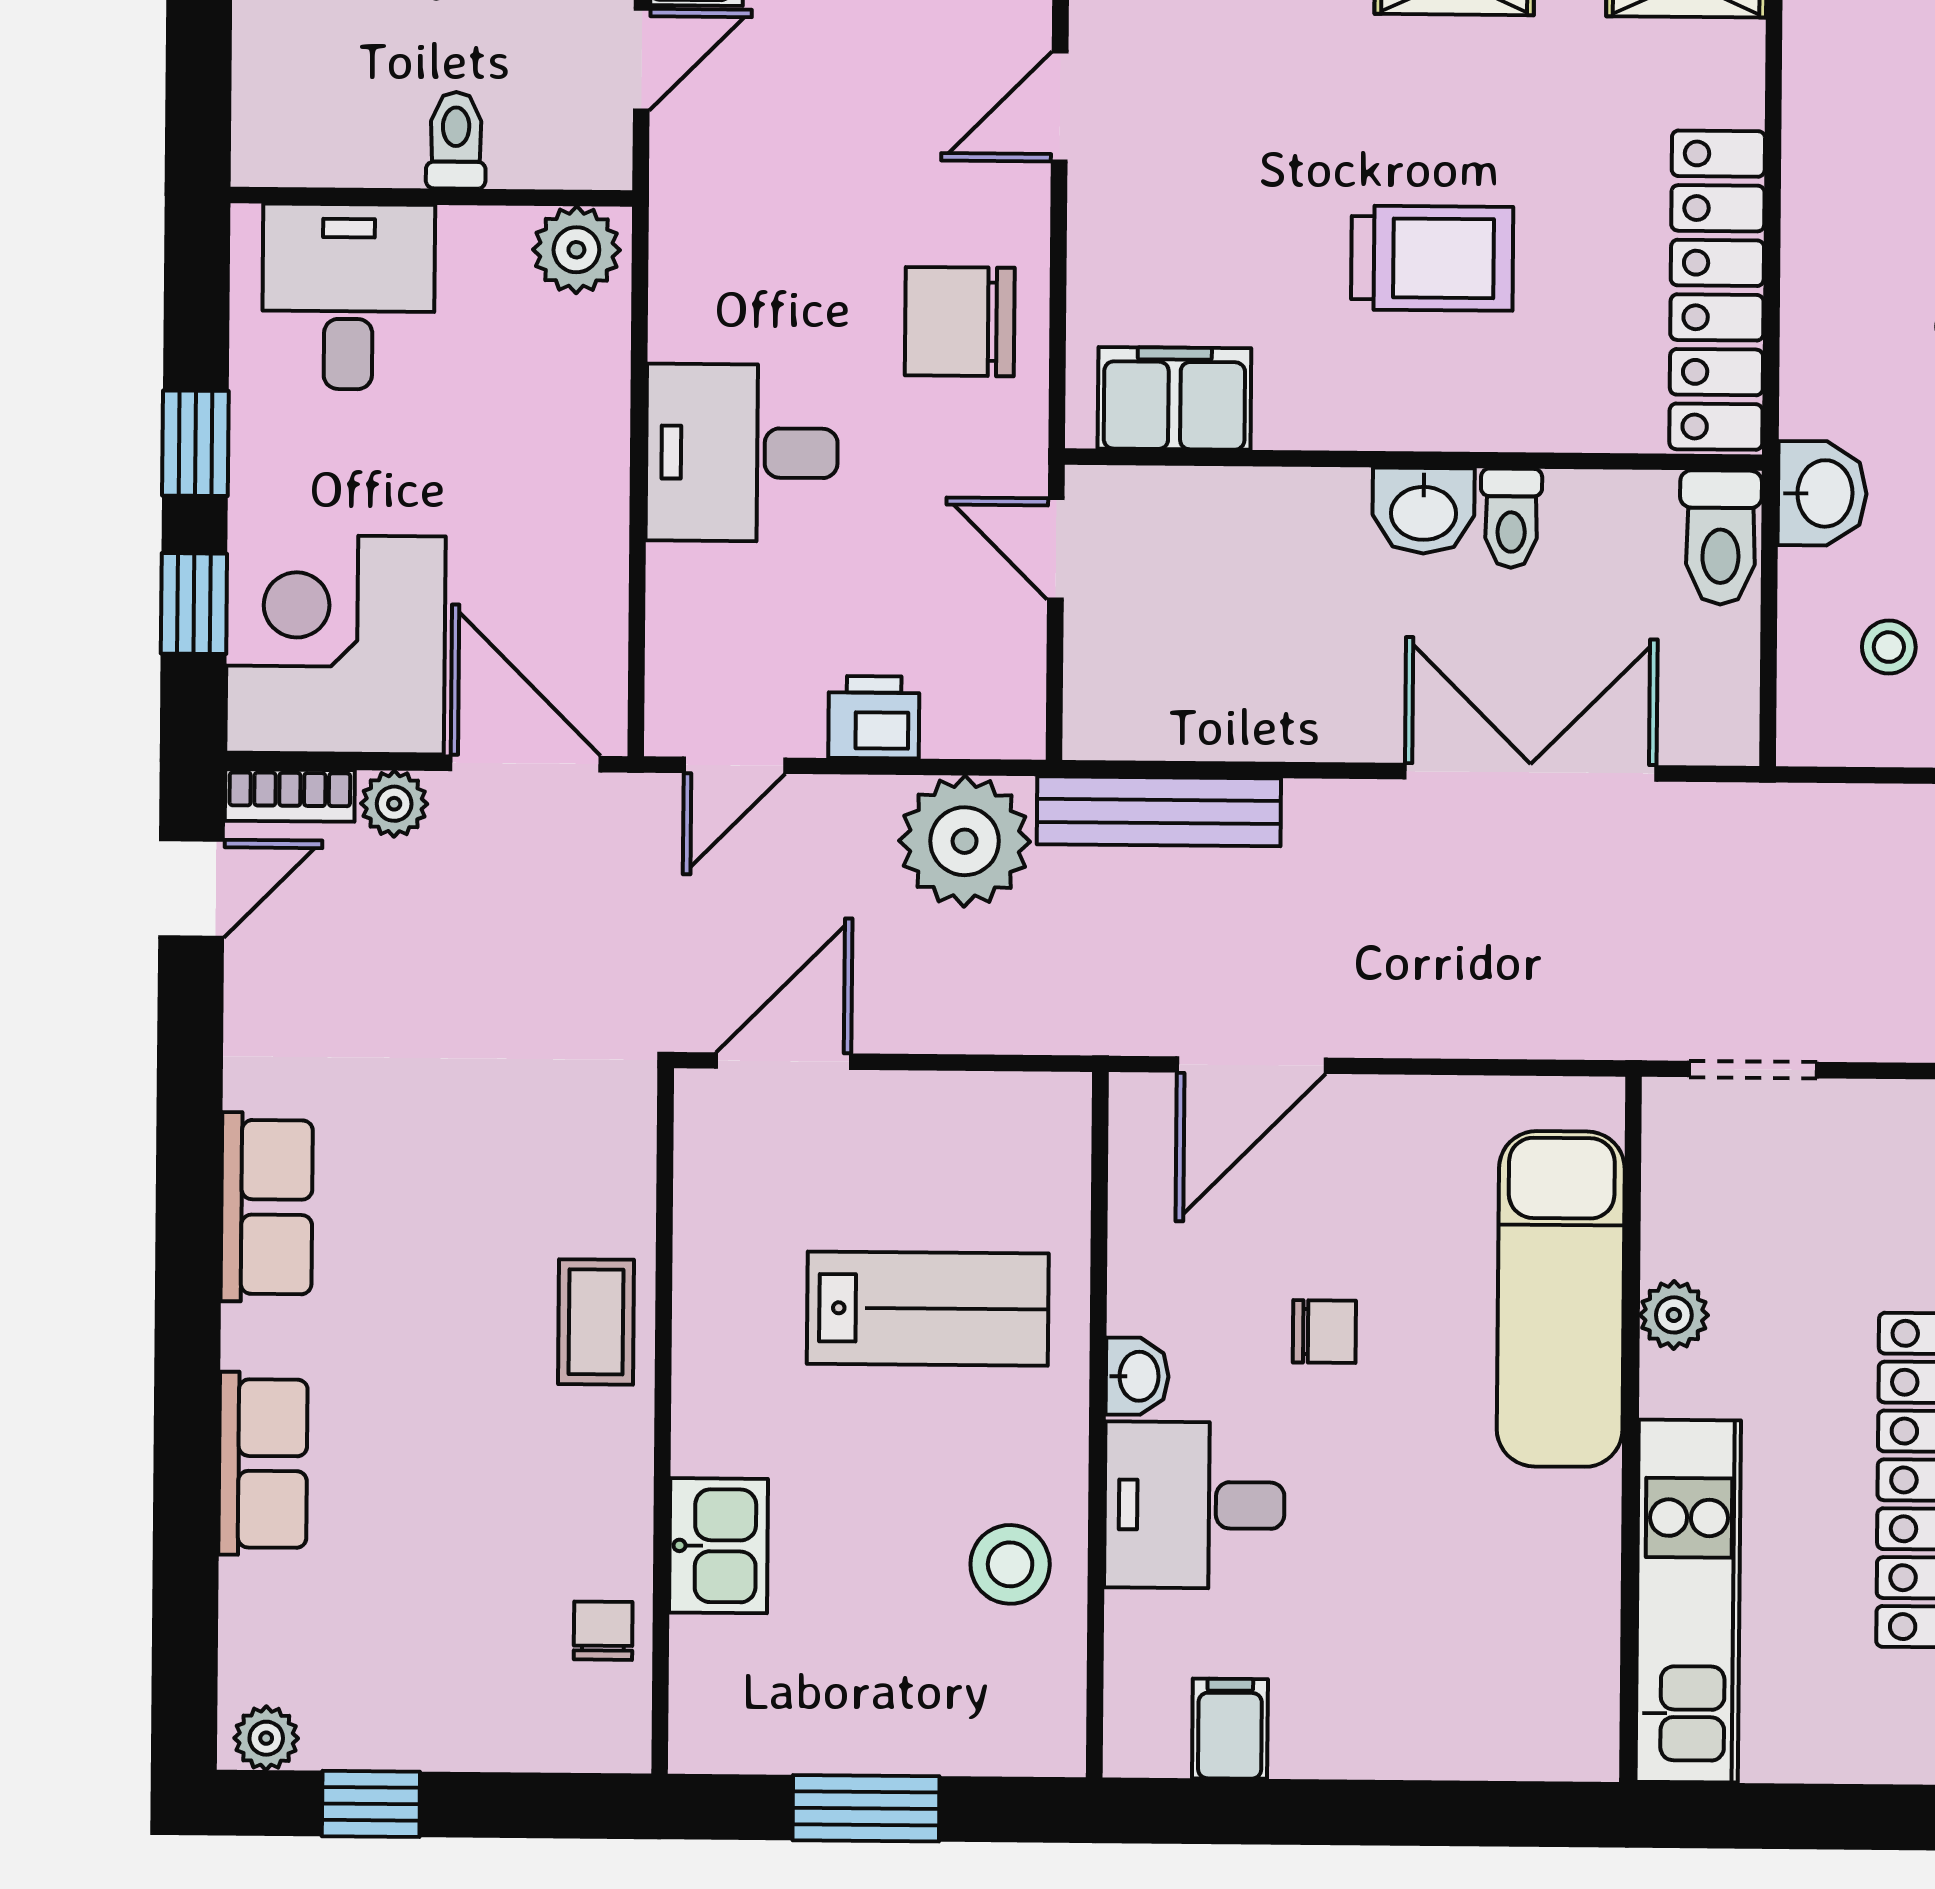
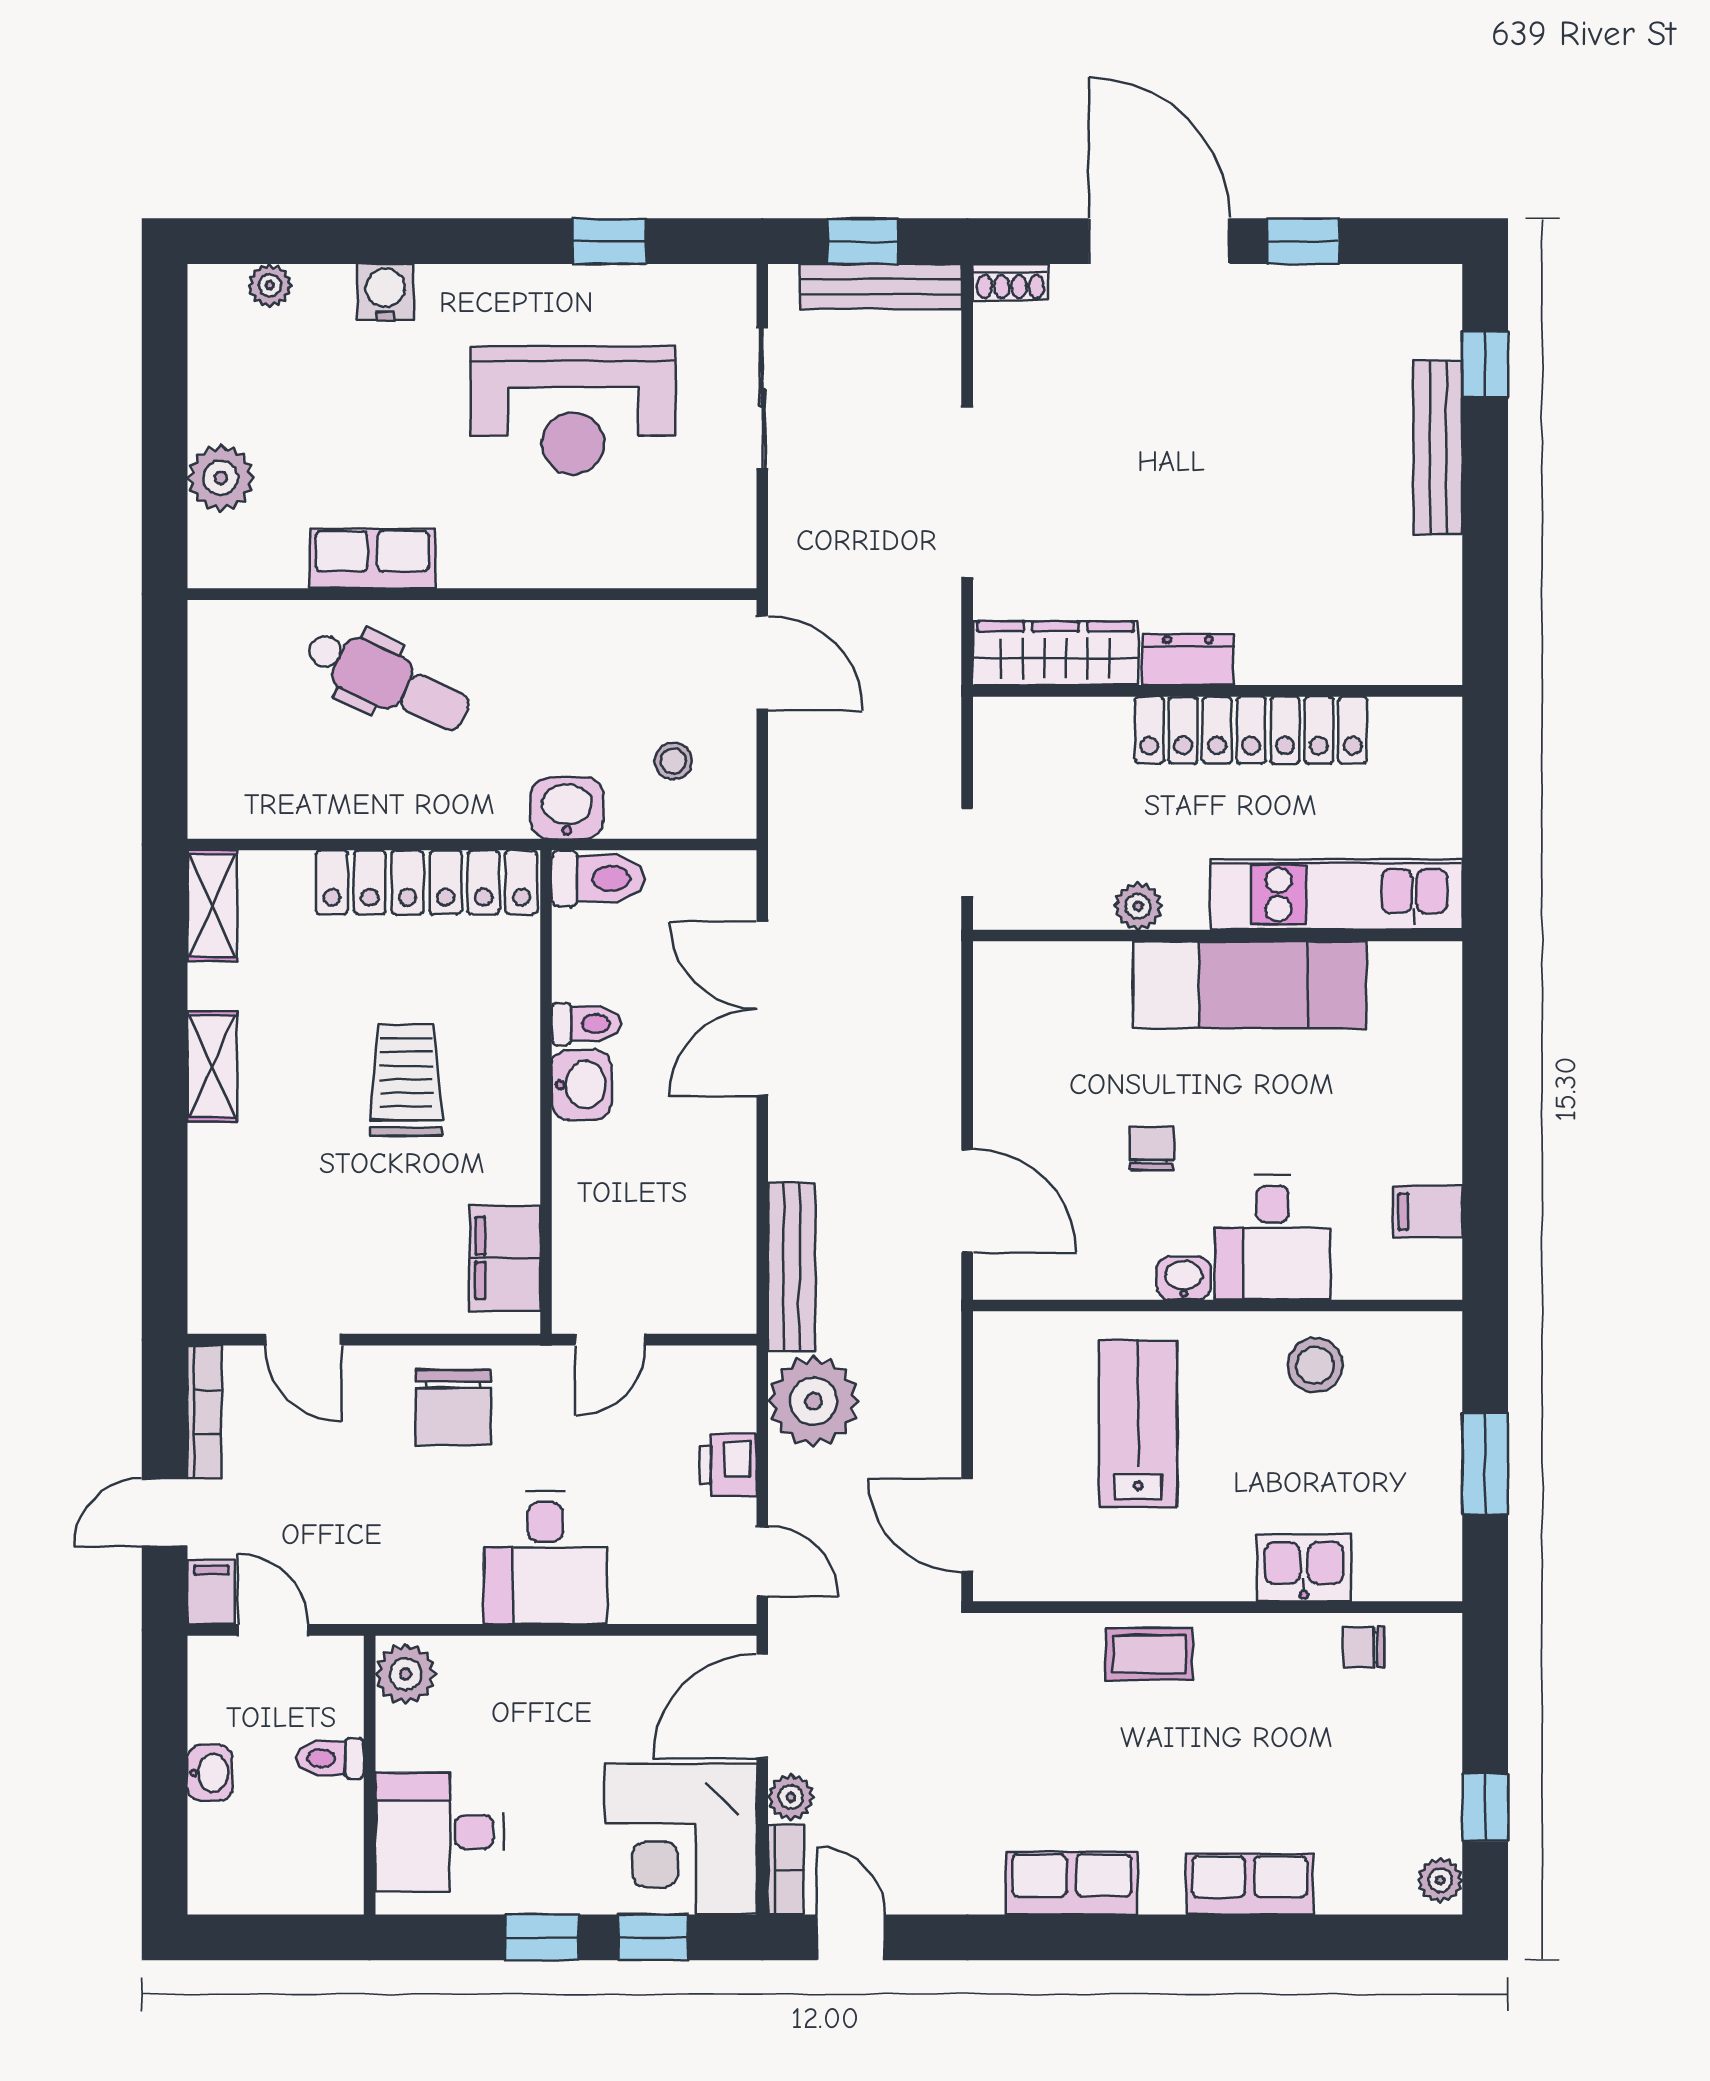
exam couch: (1561, 1299) -> (1250, 985), moved

